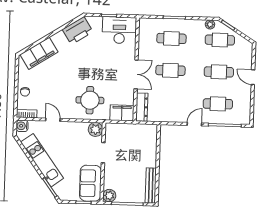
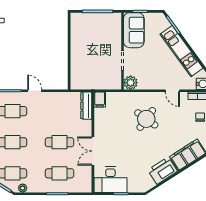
printer: (78, 31) -> (163, 171), moved
double door: (136, 74) -> (93, 151), moved
round table: (90, 100) -> (146, 119), moved, turned 36
filing cabinet: (122, 113) -> (100, 99), width x0.50
door: (194, 124) -> (35, 91), swing flipped
bench: (151, 186) -> (75, 30), removed
plant: (109, 196) -> (115, 19), removed

